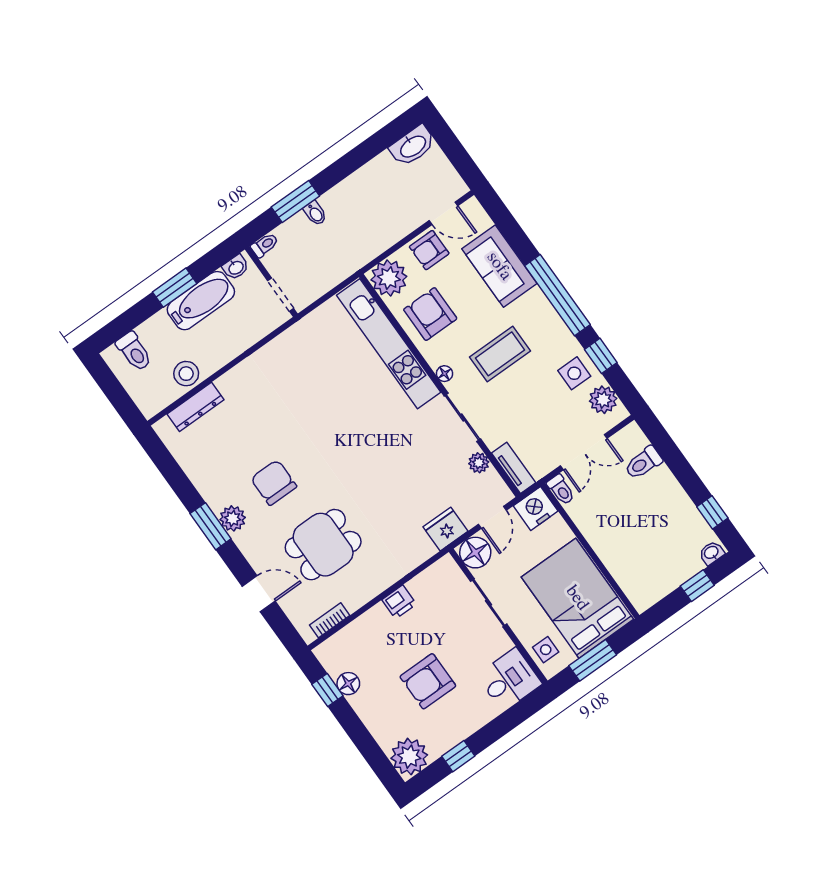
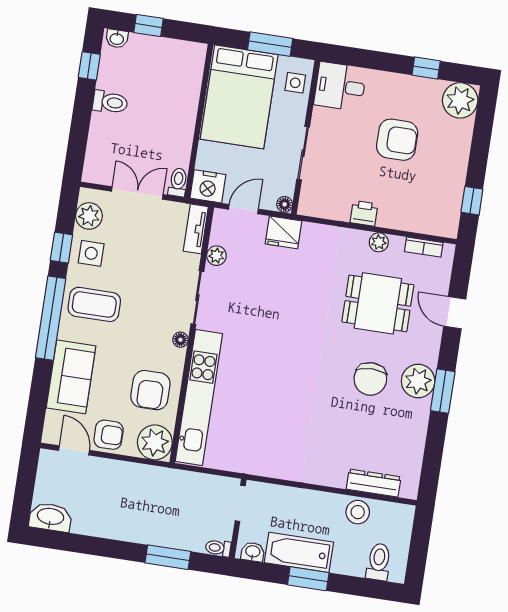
bidet: (315, 213) -> (162, 536), removed
coffee table: (500, 354) -> (94, 304), moved
toilet: (643, 463) -> (110, 102), moved
plant: (233, 518) -> (418, 381), width x1.36, depth x1.36
floor lamp: (475, 553) -> (285, 204), width x0.53, depth x0.53
plant: (367, 591) -> (379, 242), added
floor lamp: (348, 684) -> (453, 191), removed

